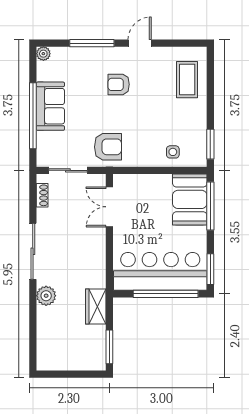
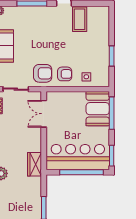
coffee table: (187, 80) -> (80, 19), moved
armchair: (119, 84) -> (65, 74), moved, turned 180
window: (210, 144) -> (112, 56), moved
wardrobe: (96, 307) -> (34, 164), moved

